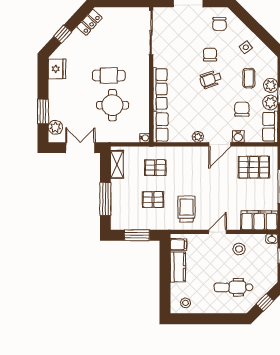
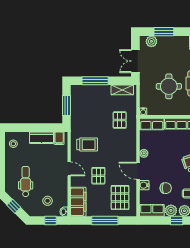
double door: (80, 148) -> (135, 61), swing flipped
pallet: (153, 200) -> (98, 176), moved
stool: (239, 249) -> (48, 201), moved

